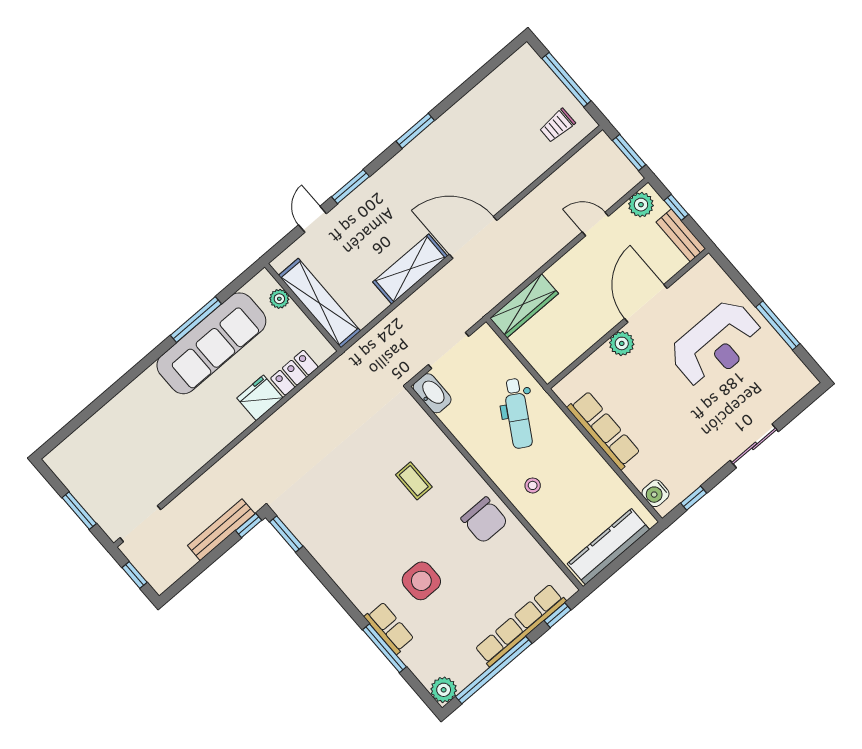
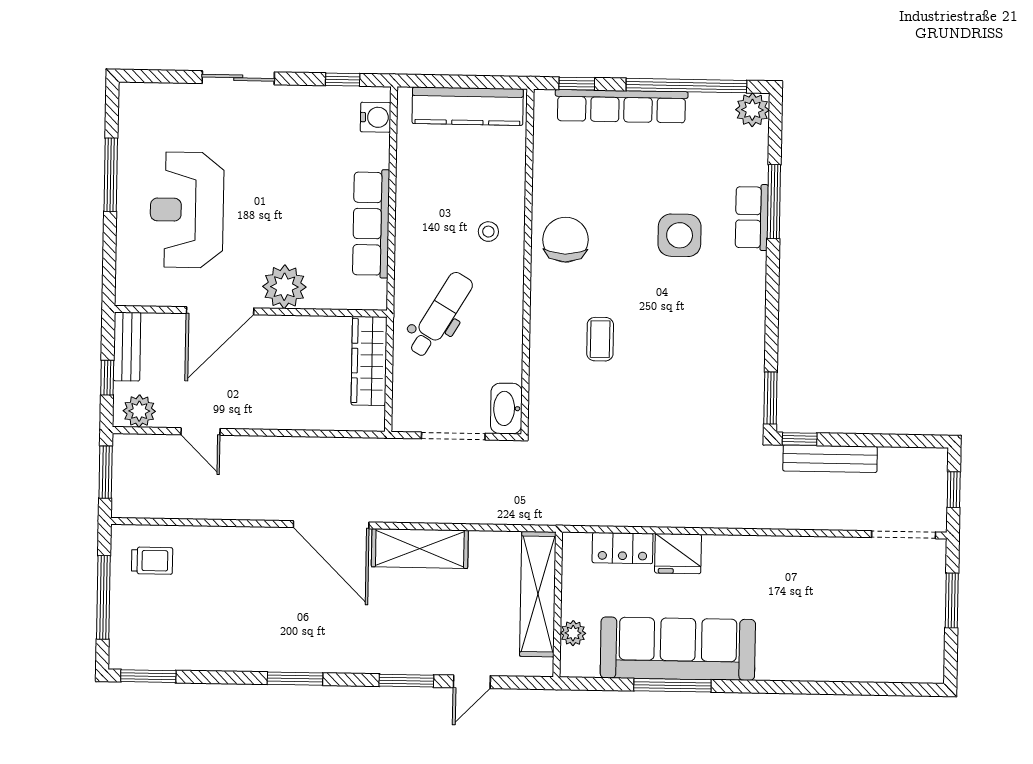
window: (501, 57) -> (148, 676), added
wardrobe: (524, 306) -> (369, 361), moved, turned -90
plant: (622, 343) -> (284, 287), width x1.36, depth x1.36
reception desk: (716, 344) -> (187, 210), turned -90

